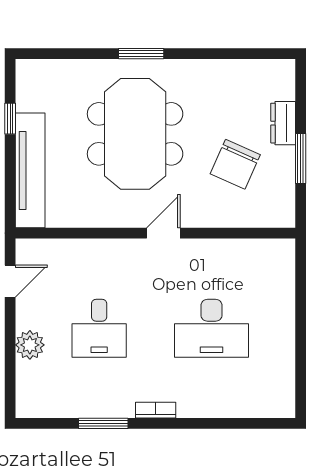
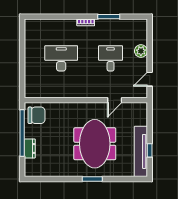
window: (301, 158) -> (22, 133), width x2.11
chair: (235, 164) -> (37, 115), moved, turned 66
tv unit: (30, 170) -> (141, 151), moved
door: (163, 233) -> (115, 100), moved

